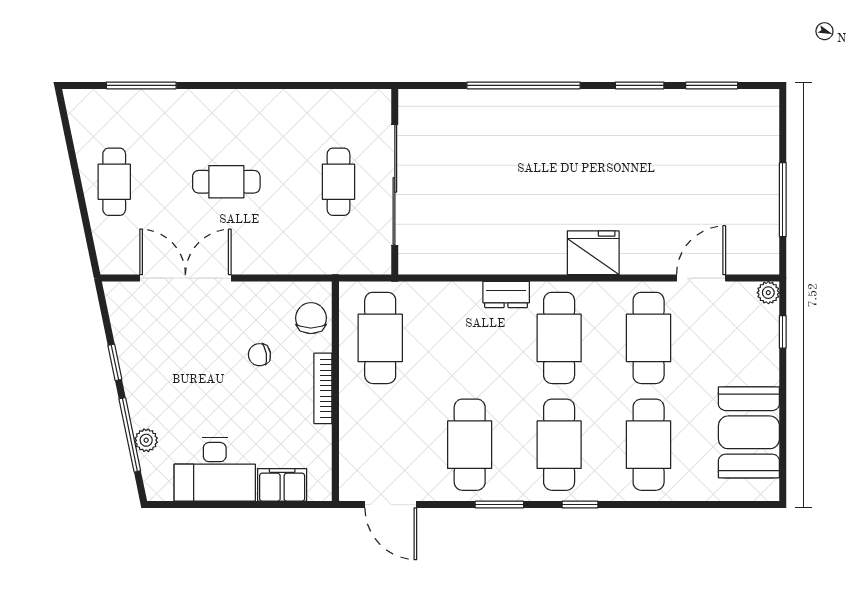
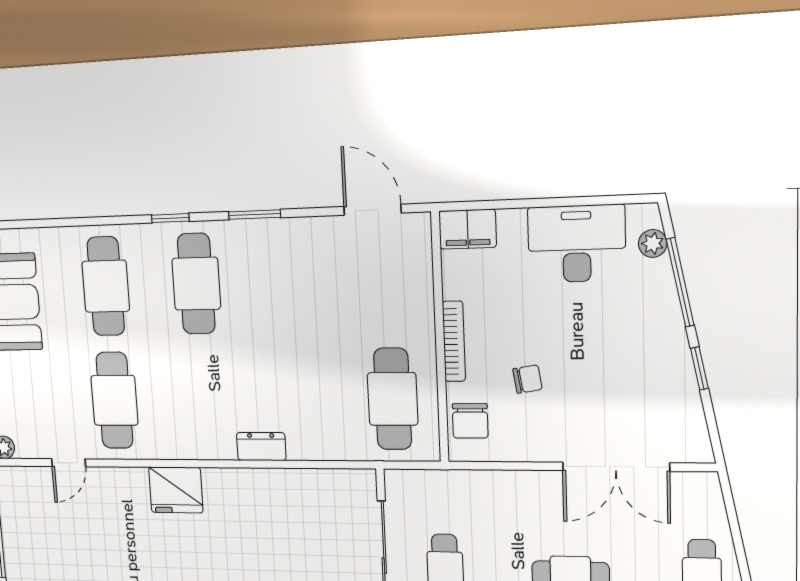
door: (701, 278) -> (69, 463), width x0.73
cafe table: (559, 338) -> (204, 400), removed
plant: (146, 440) -> (653, 243), moved
cafe table: (470, 445) -> (290, 281), removed
filing cabinet: (282, 485) -> (467, 229), moved

